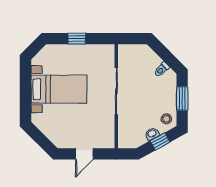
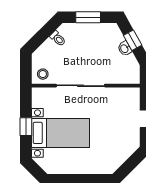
bed with nightstands: (59, 89) -> (61, 133), moved, turned 90
stool: (166, 119) -> (43, 74), moved

